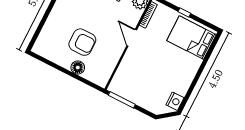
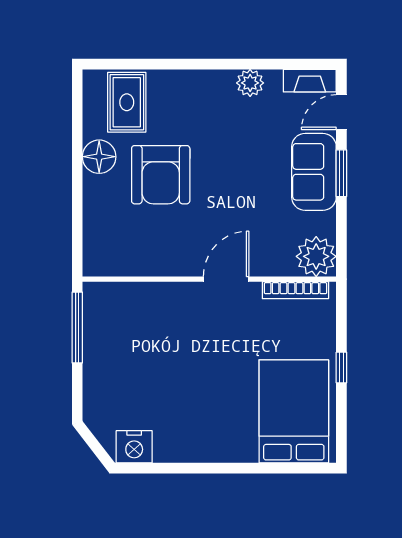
rug: (50, 41) -> (127, 102), added
floor lamp: (78, 68) -> (99, 157), moved

